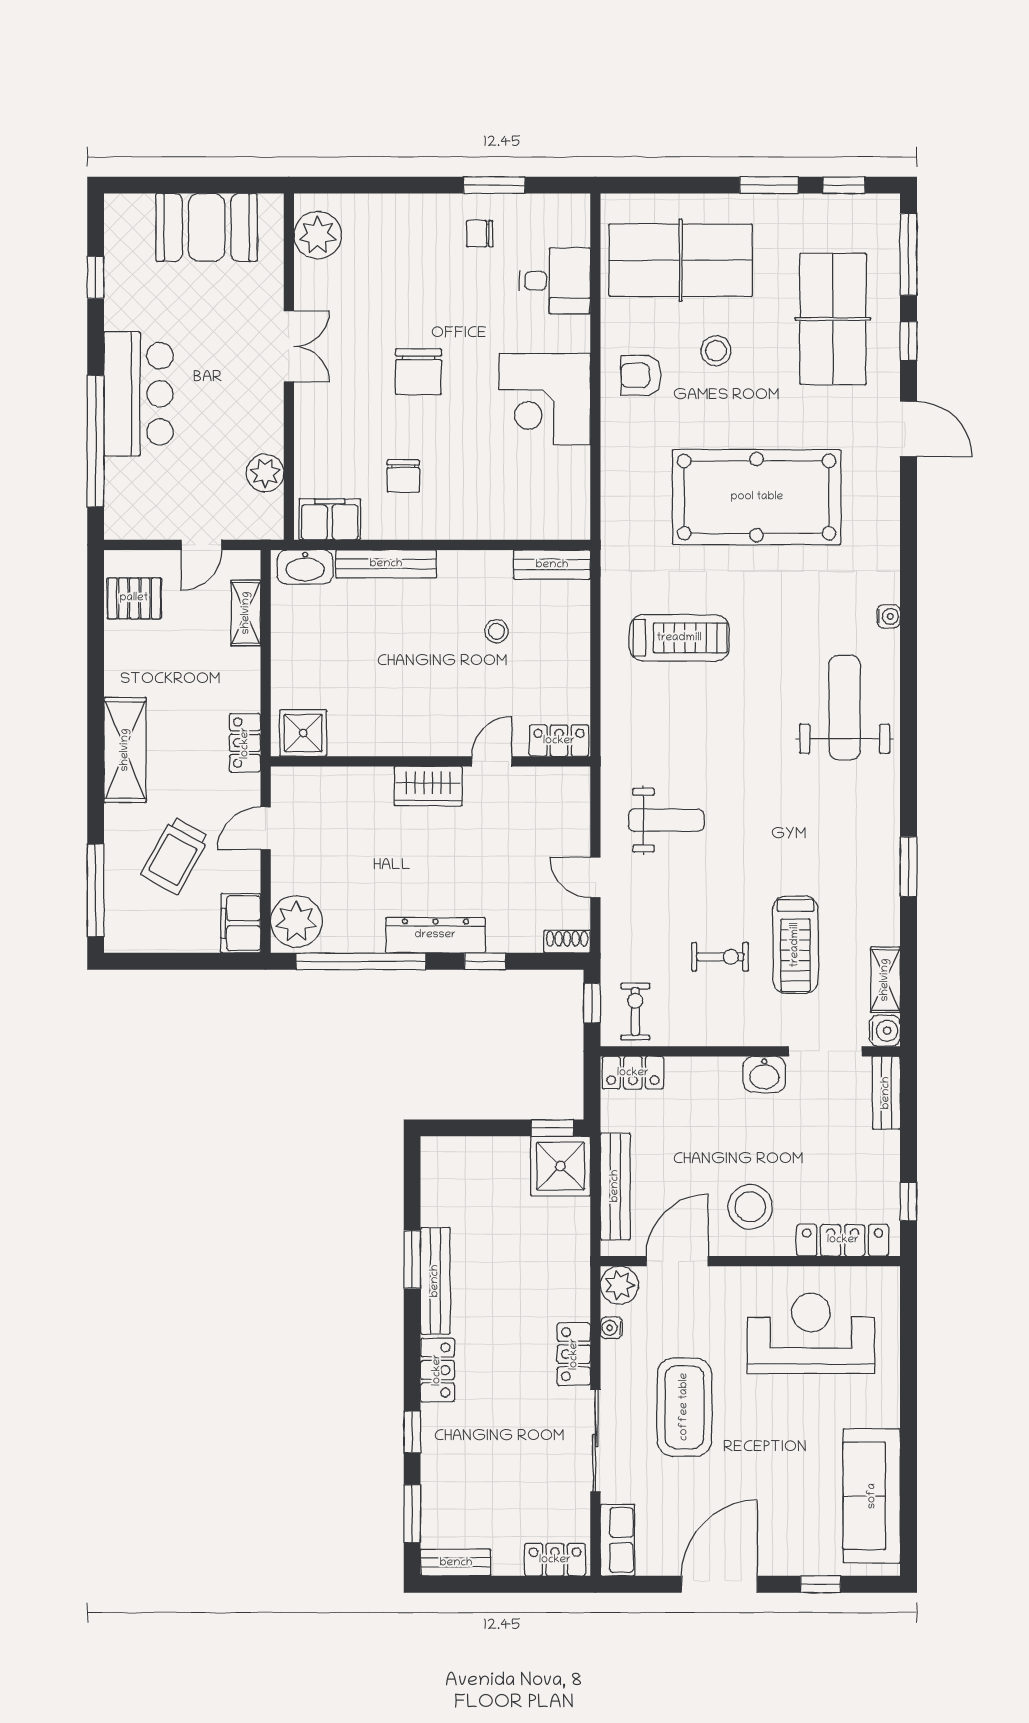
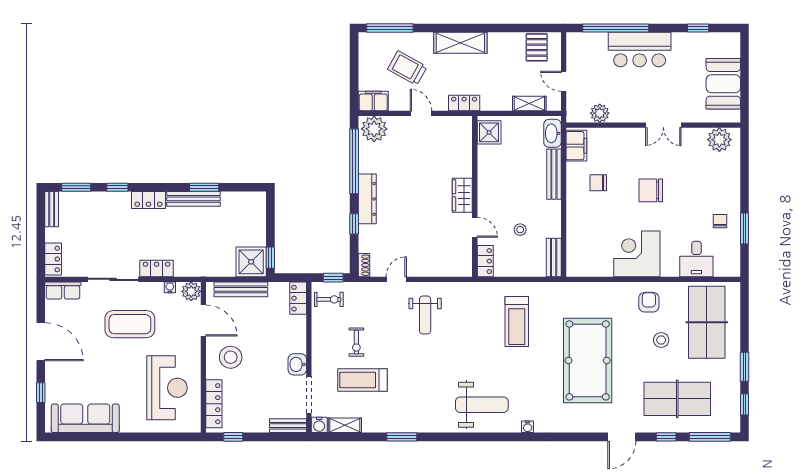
shower: (303, 733) -> (489, 132), moved
locker: (559, 741) -> (485, 261), moved
wall: (430, 761) -> (475, 196), moved
door: (492, 761) -> (475, 227), moved
wardrobe: (428, 786) -> (462, 195), moved

